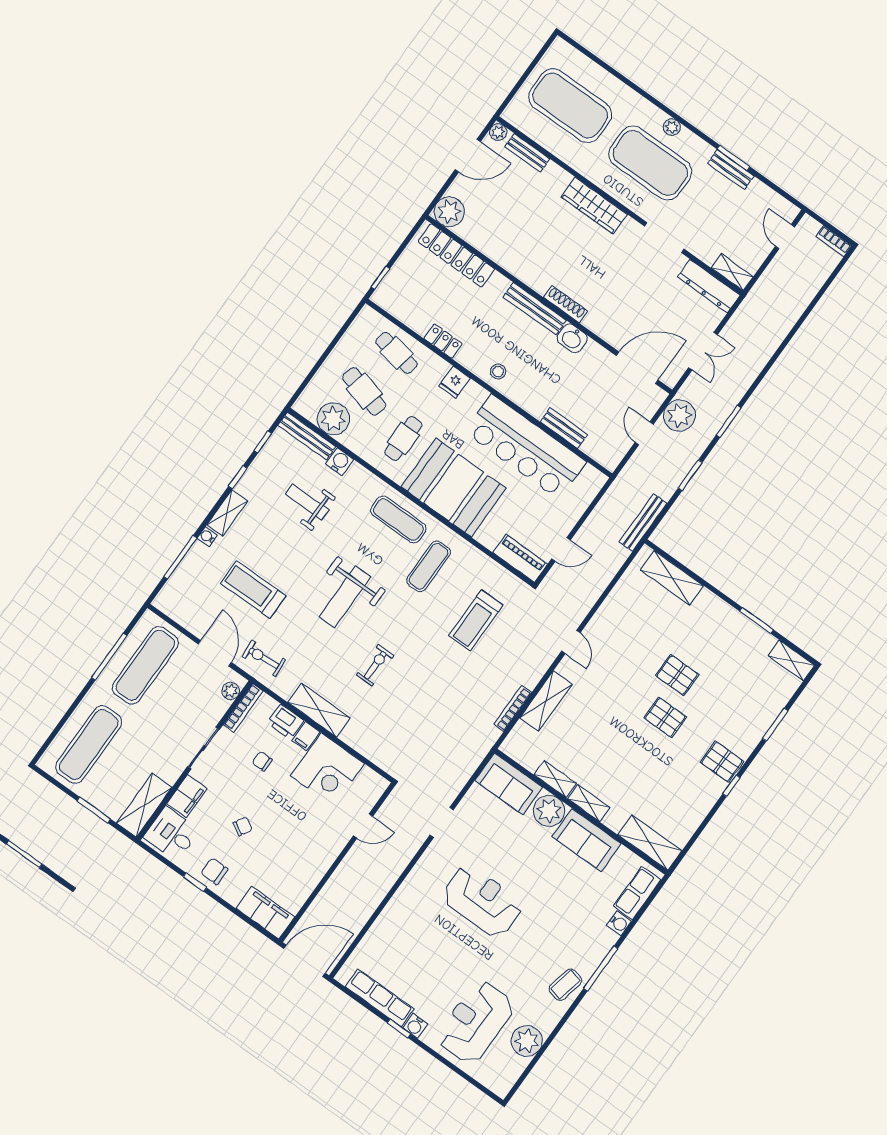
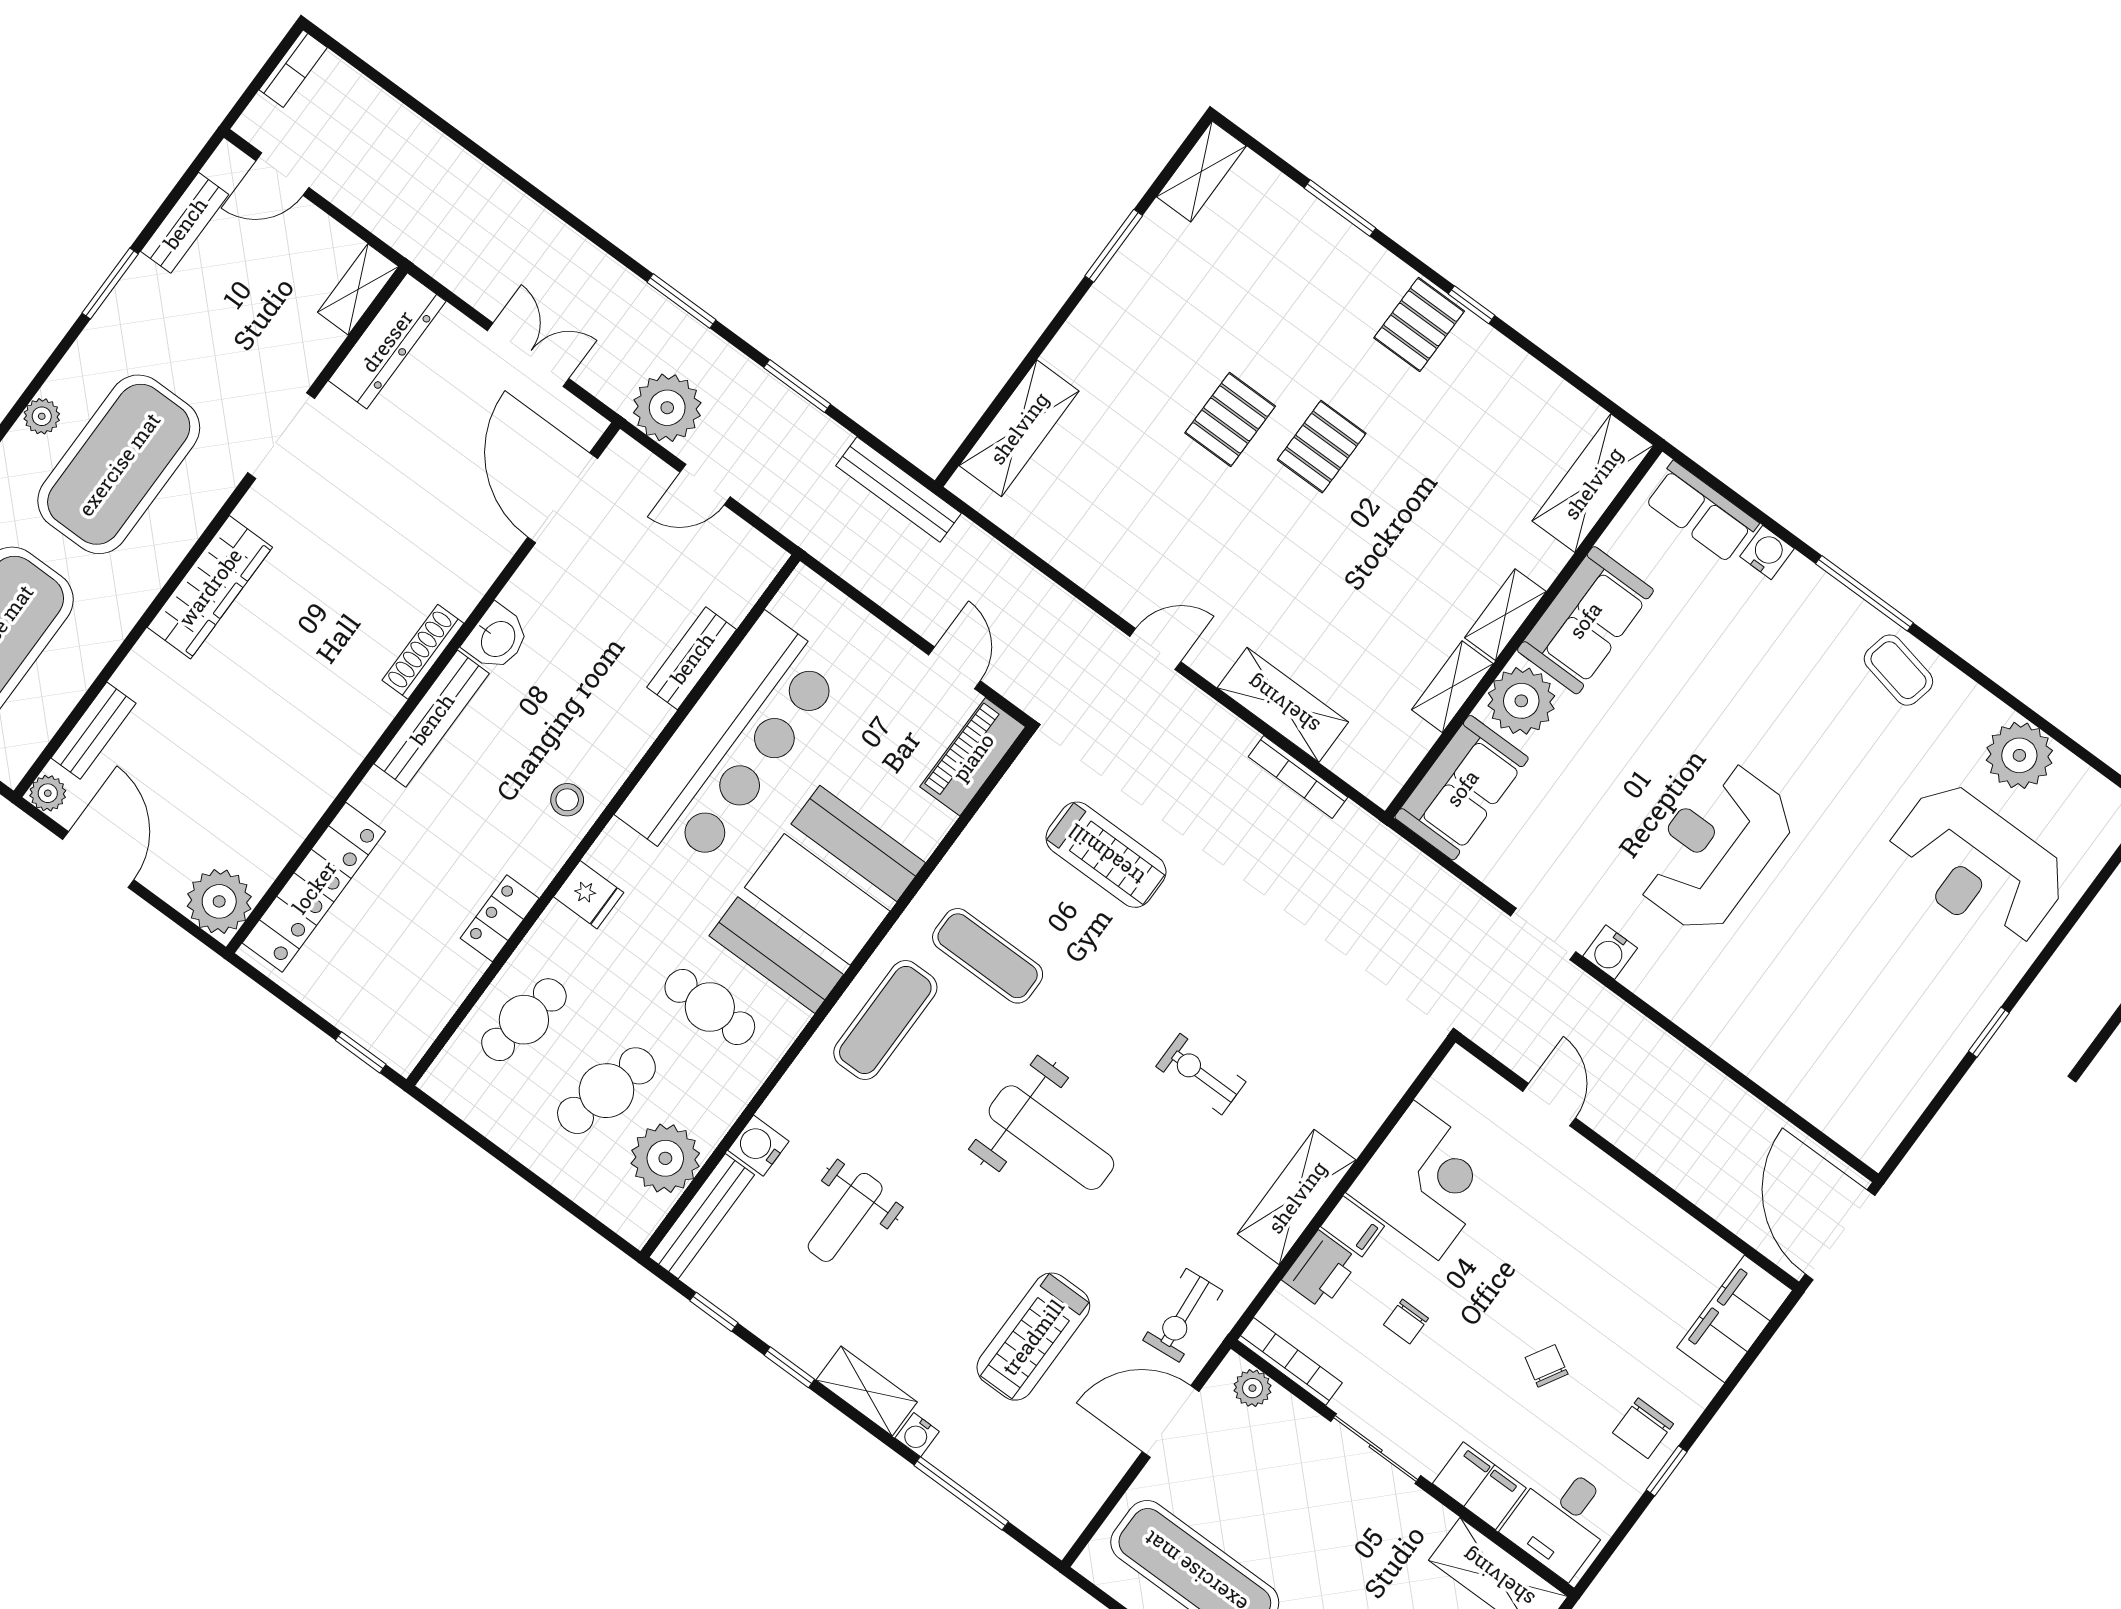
bench: (731, 170) -> (185, 223), moved
row of seats: (380, 998) -> (1922, 1073), removed
water cooler: (415, 1026) -> (1610, 952), moved, turned 90

